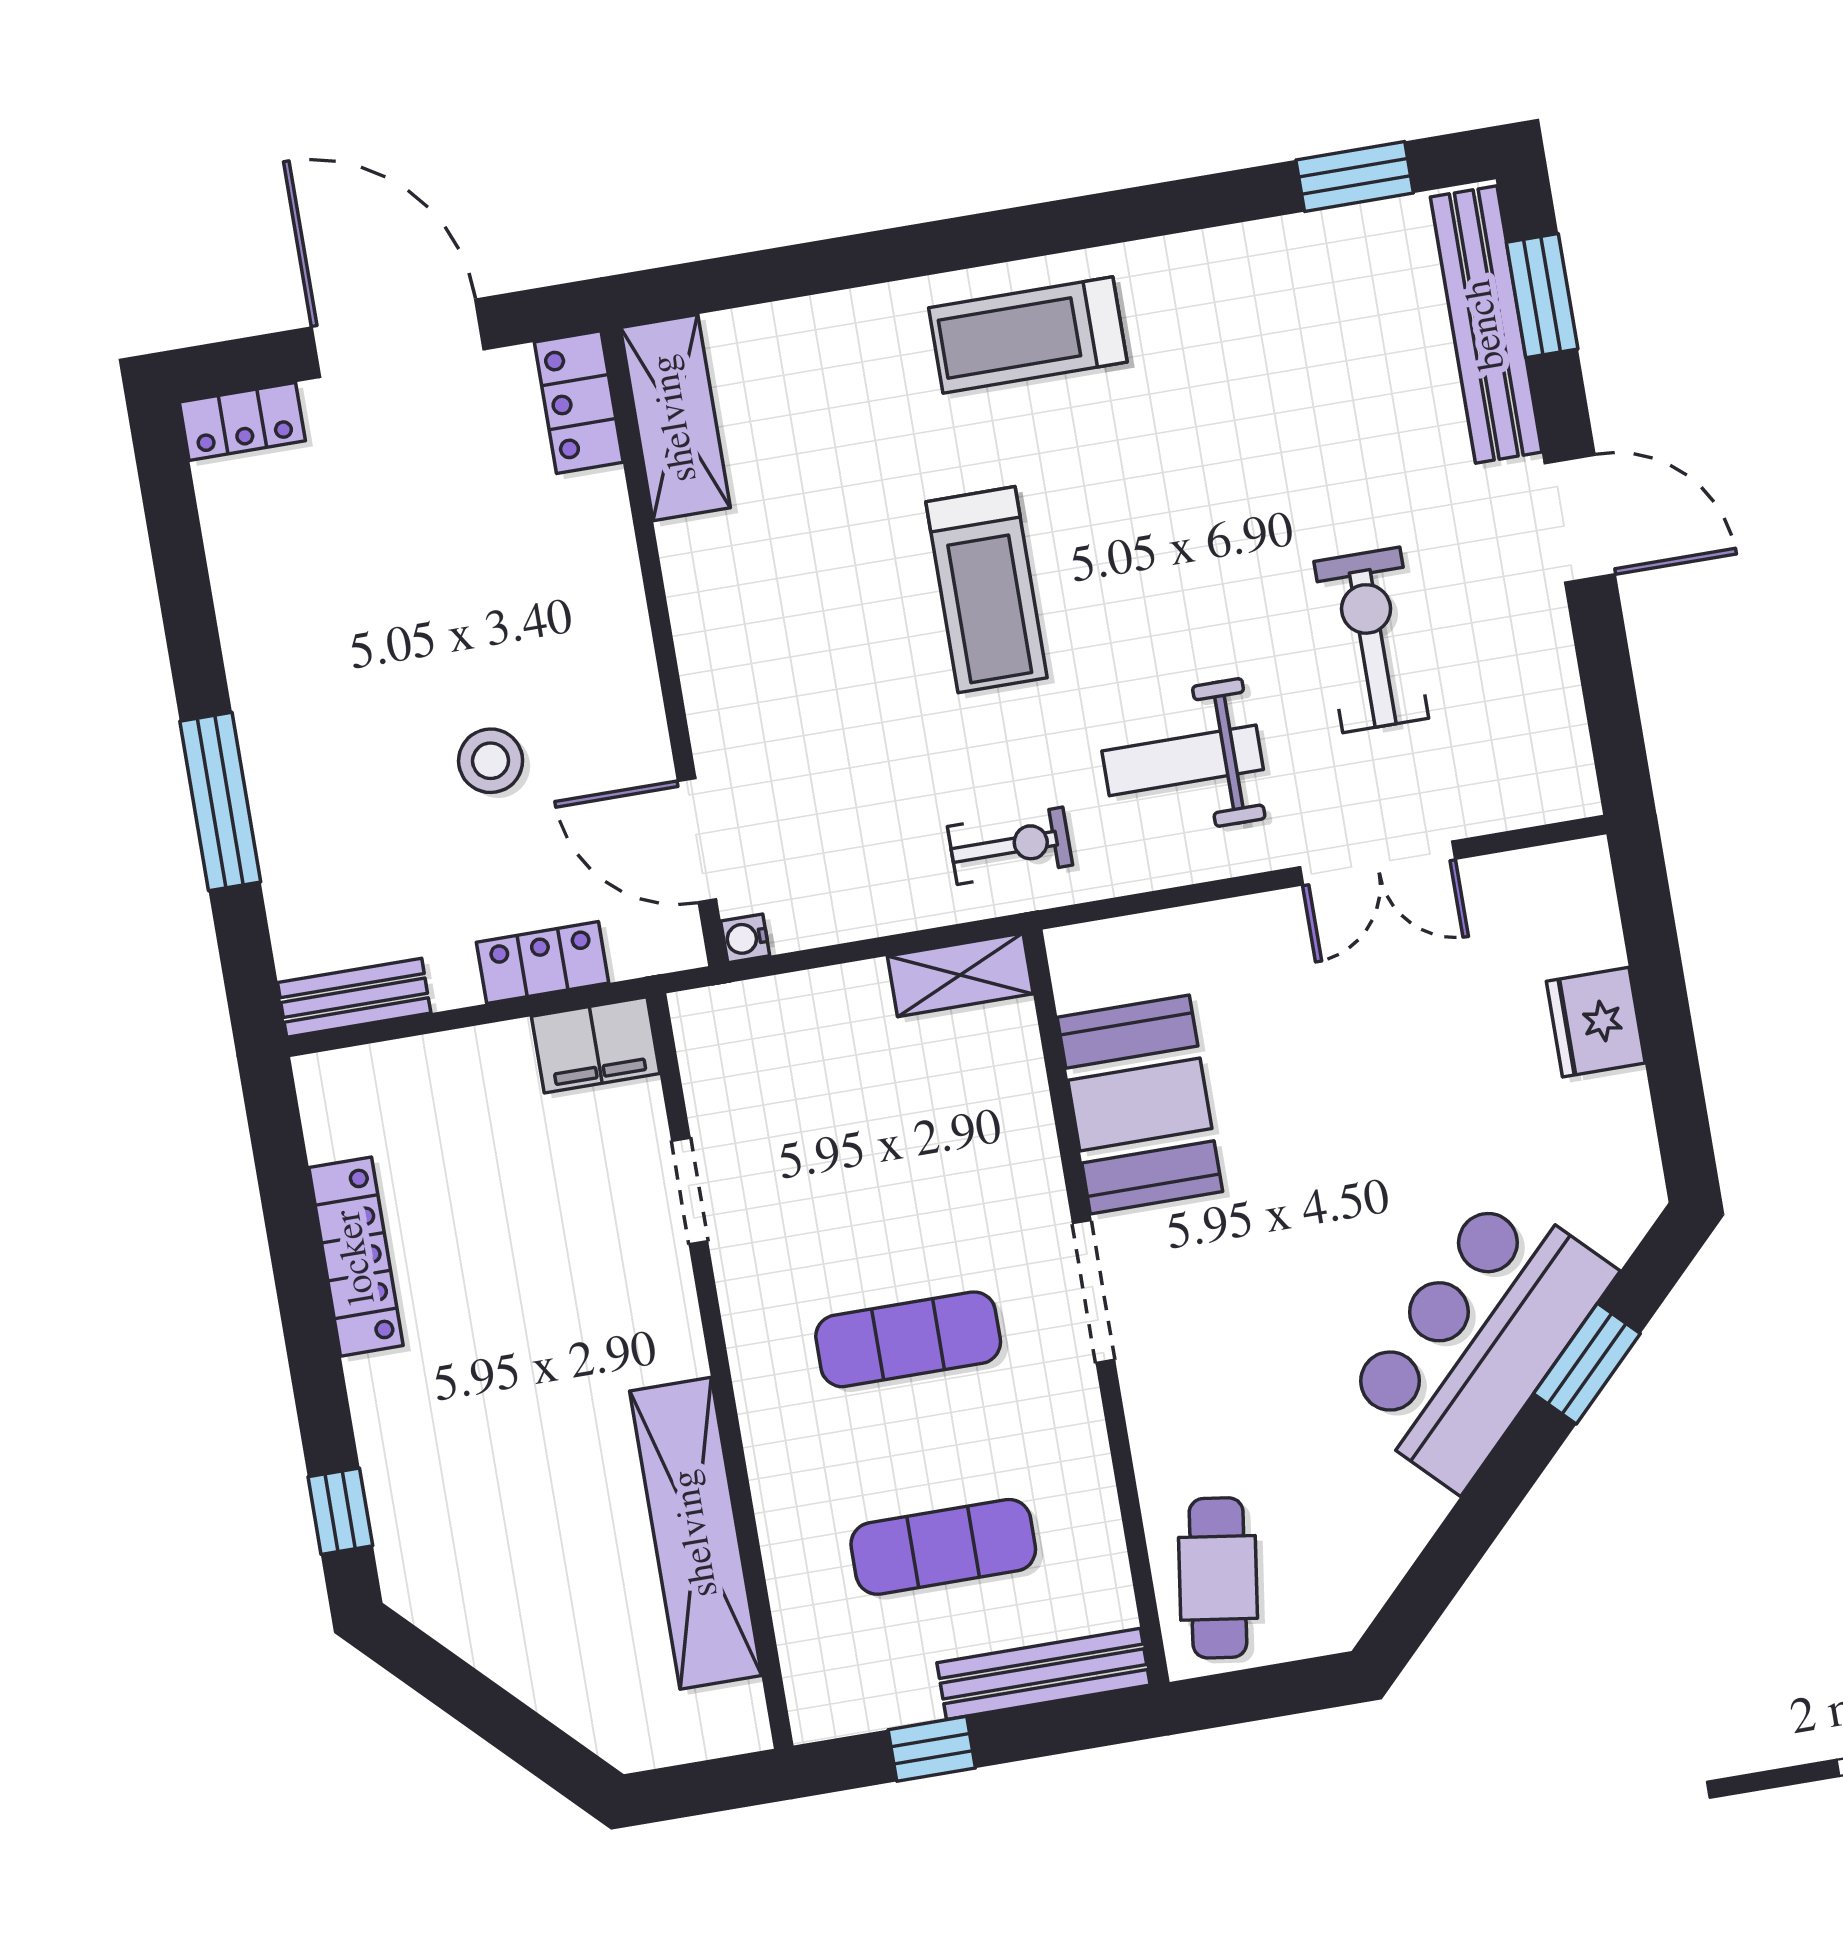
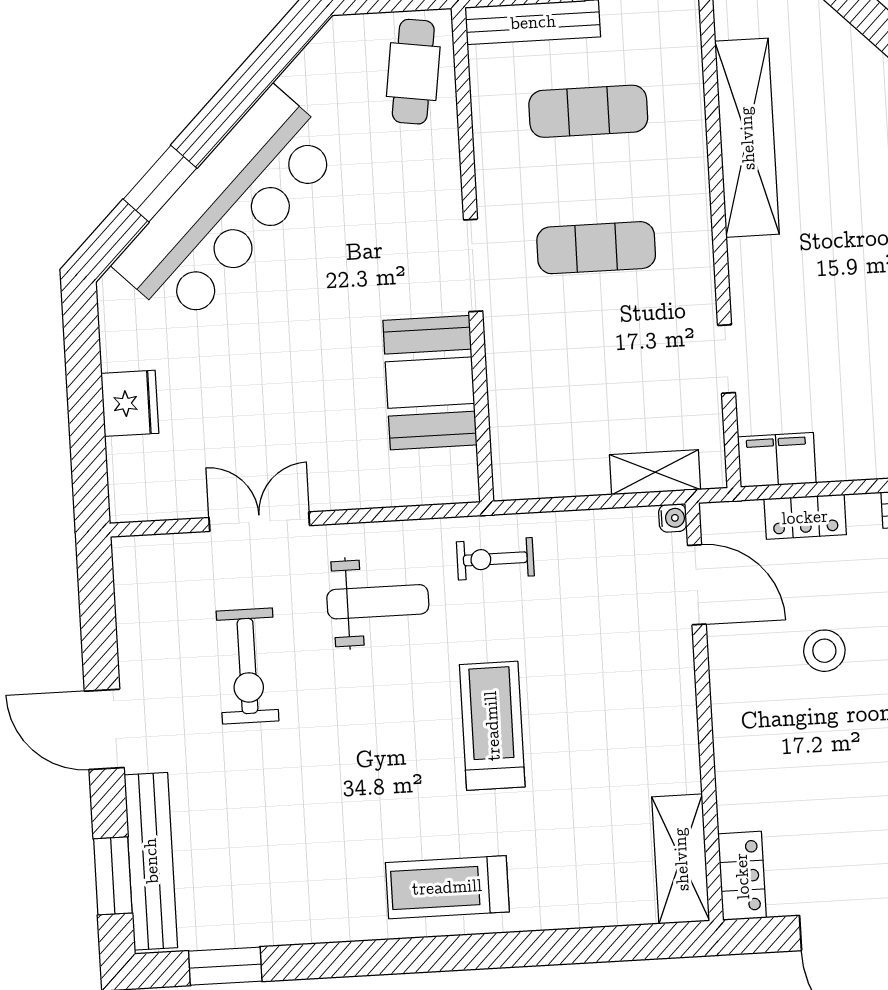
treadmill: (1028, 335) -> (447, 887), turned 180
shelving: (960, 975) -> (655, 472), moved
bar counter: (1478, 1339) -> (229, 207), width x1.36

